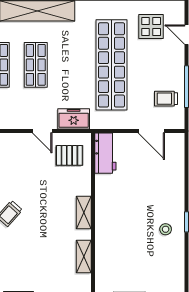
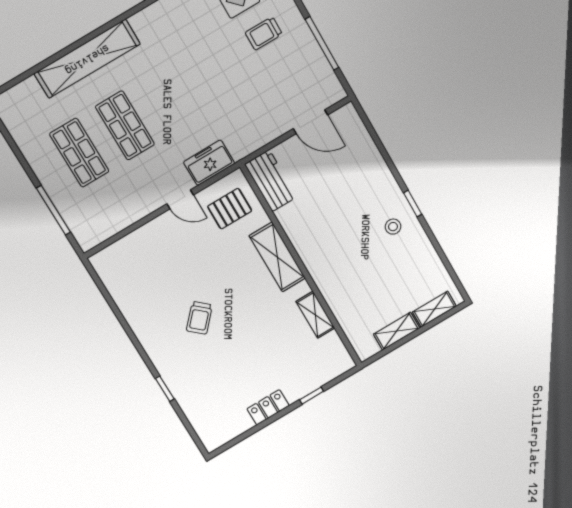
shop shelf: (111, 65) -> (216, 71), removed
trolley: (166, 99) -> (264, 33), moved
shelving: (84, 213) -> (277, 257), width x1.50, depth x1.33

